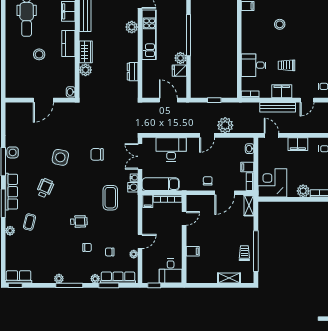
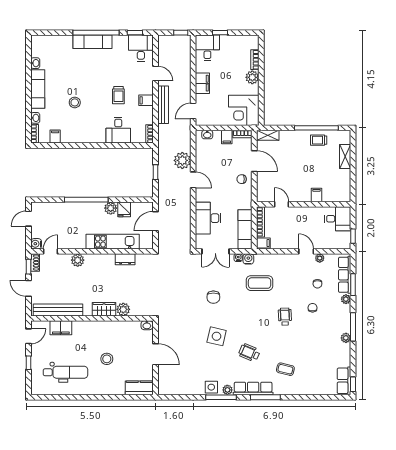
kitchen unit: (149, 35) -> (113, 242), moved
kitchen counter: (68, 43) -> (139, 388), moved, turned 180
filing cabinet: (282, 91) -> (146, 100), width x0.50
plant: (10, 231) -> (227, 390), moved

